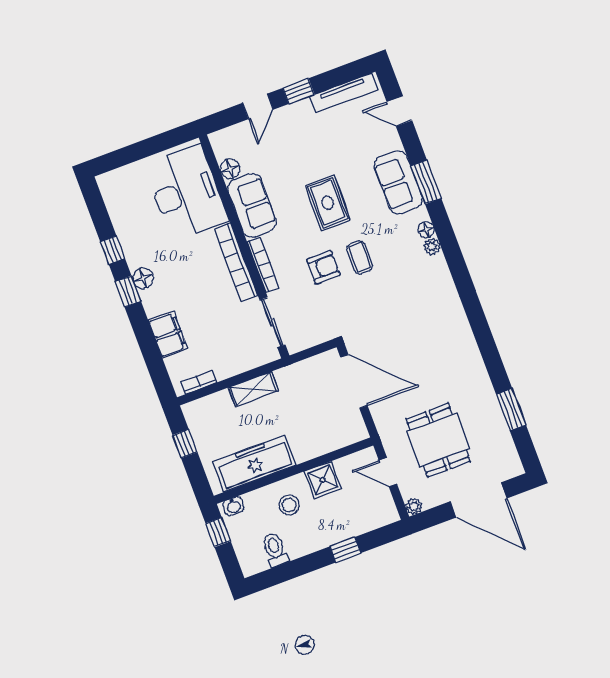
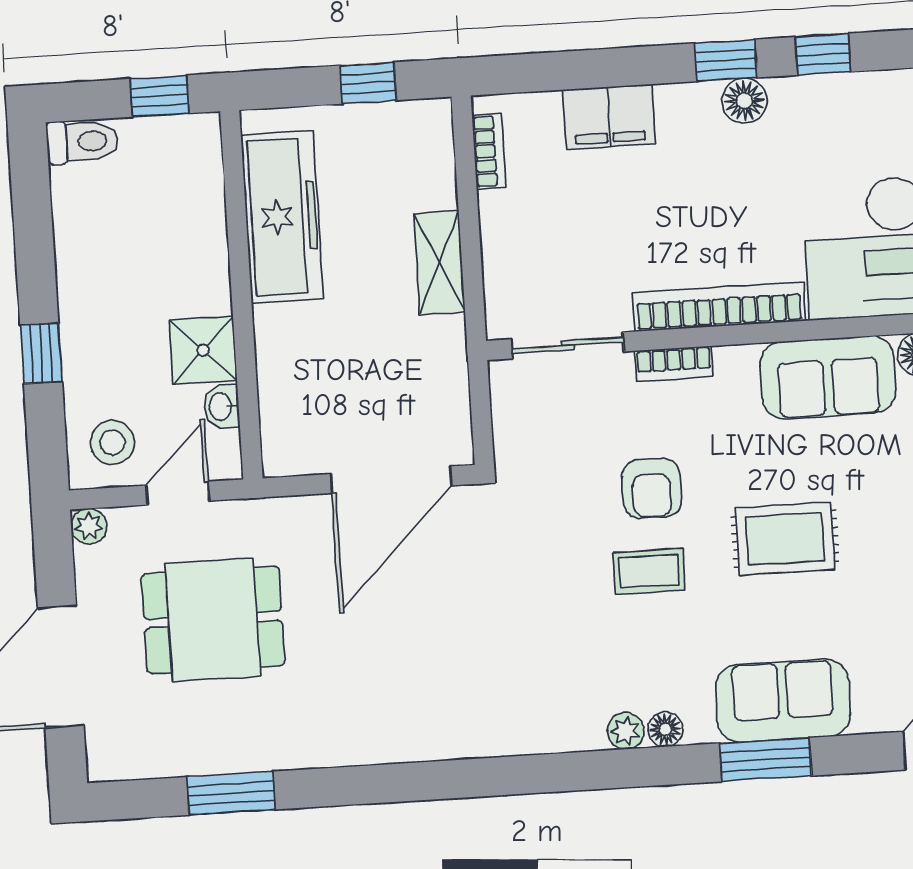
bookcase: (263, 265) -> (674, 364), width x0.64
stool: (289, 505) -> (112, 442), moved
washbasin: (234, 506) -> (221, 407), moved
toilet: (275, 550) -> (82, 142), moved

